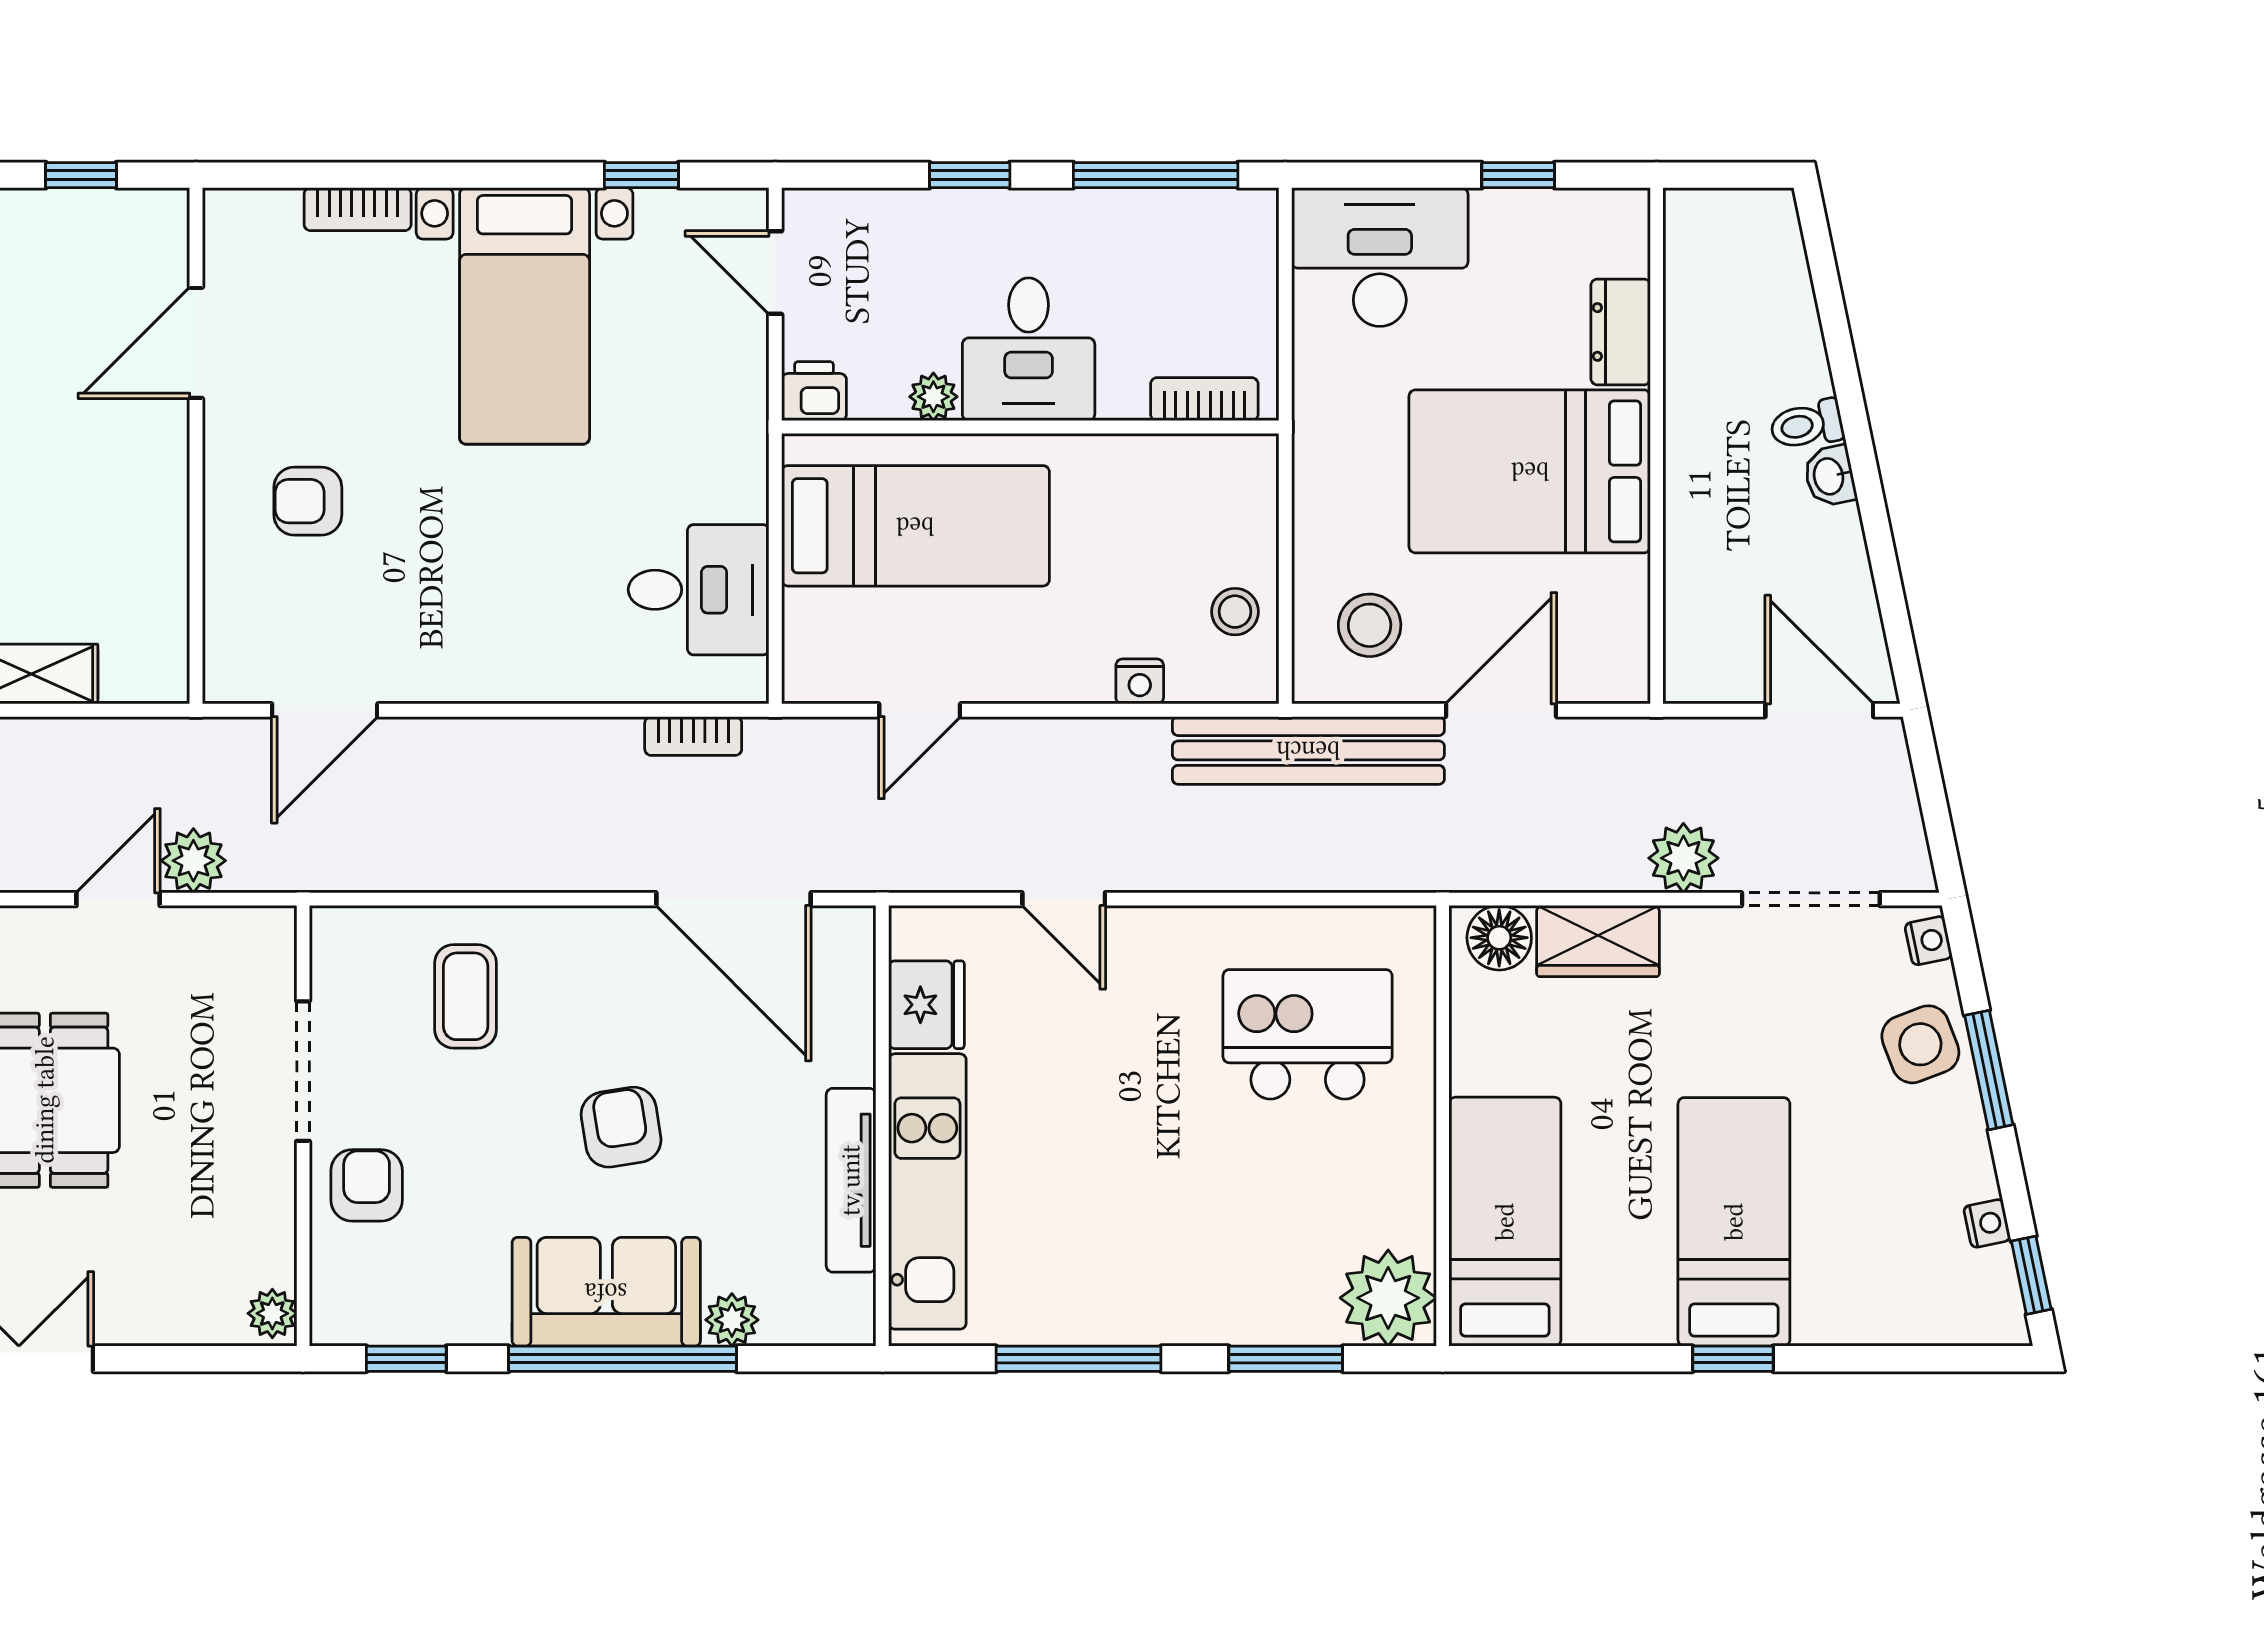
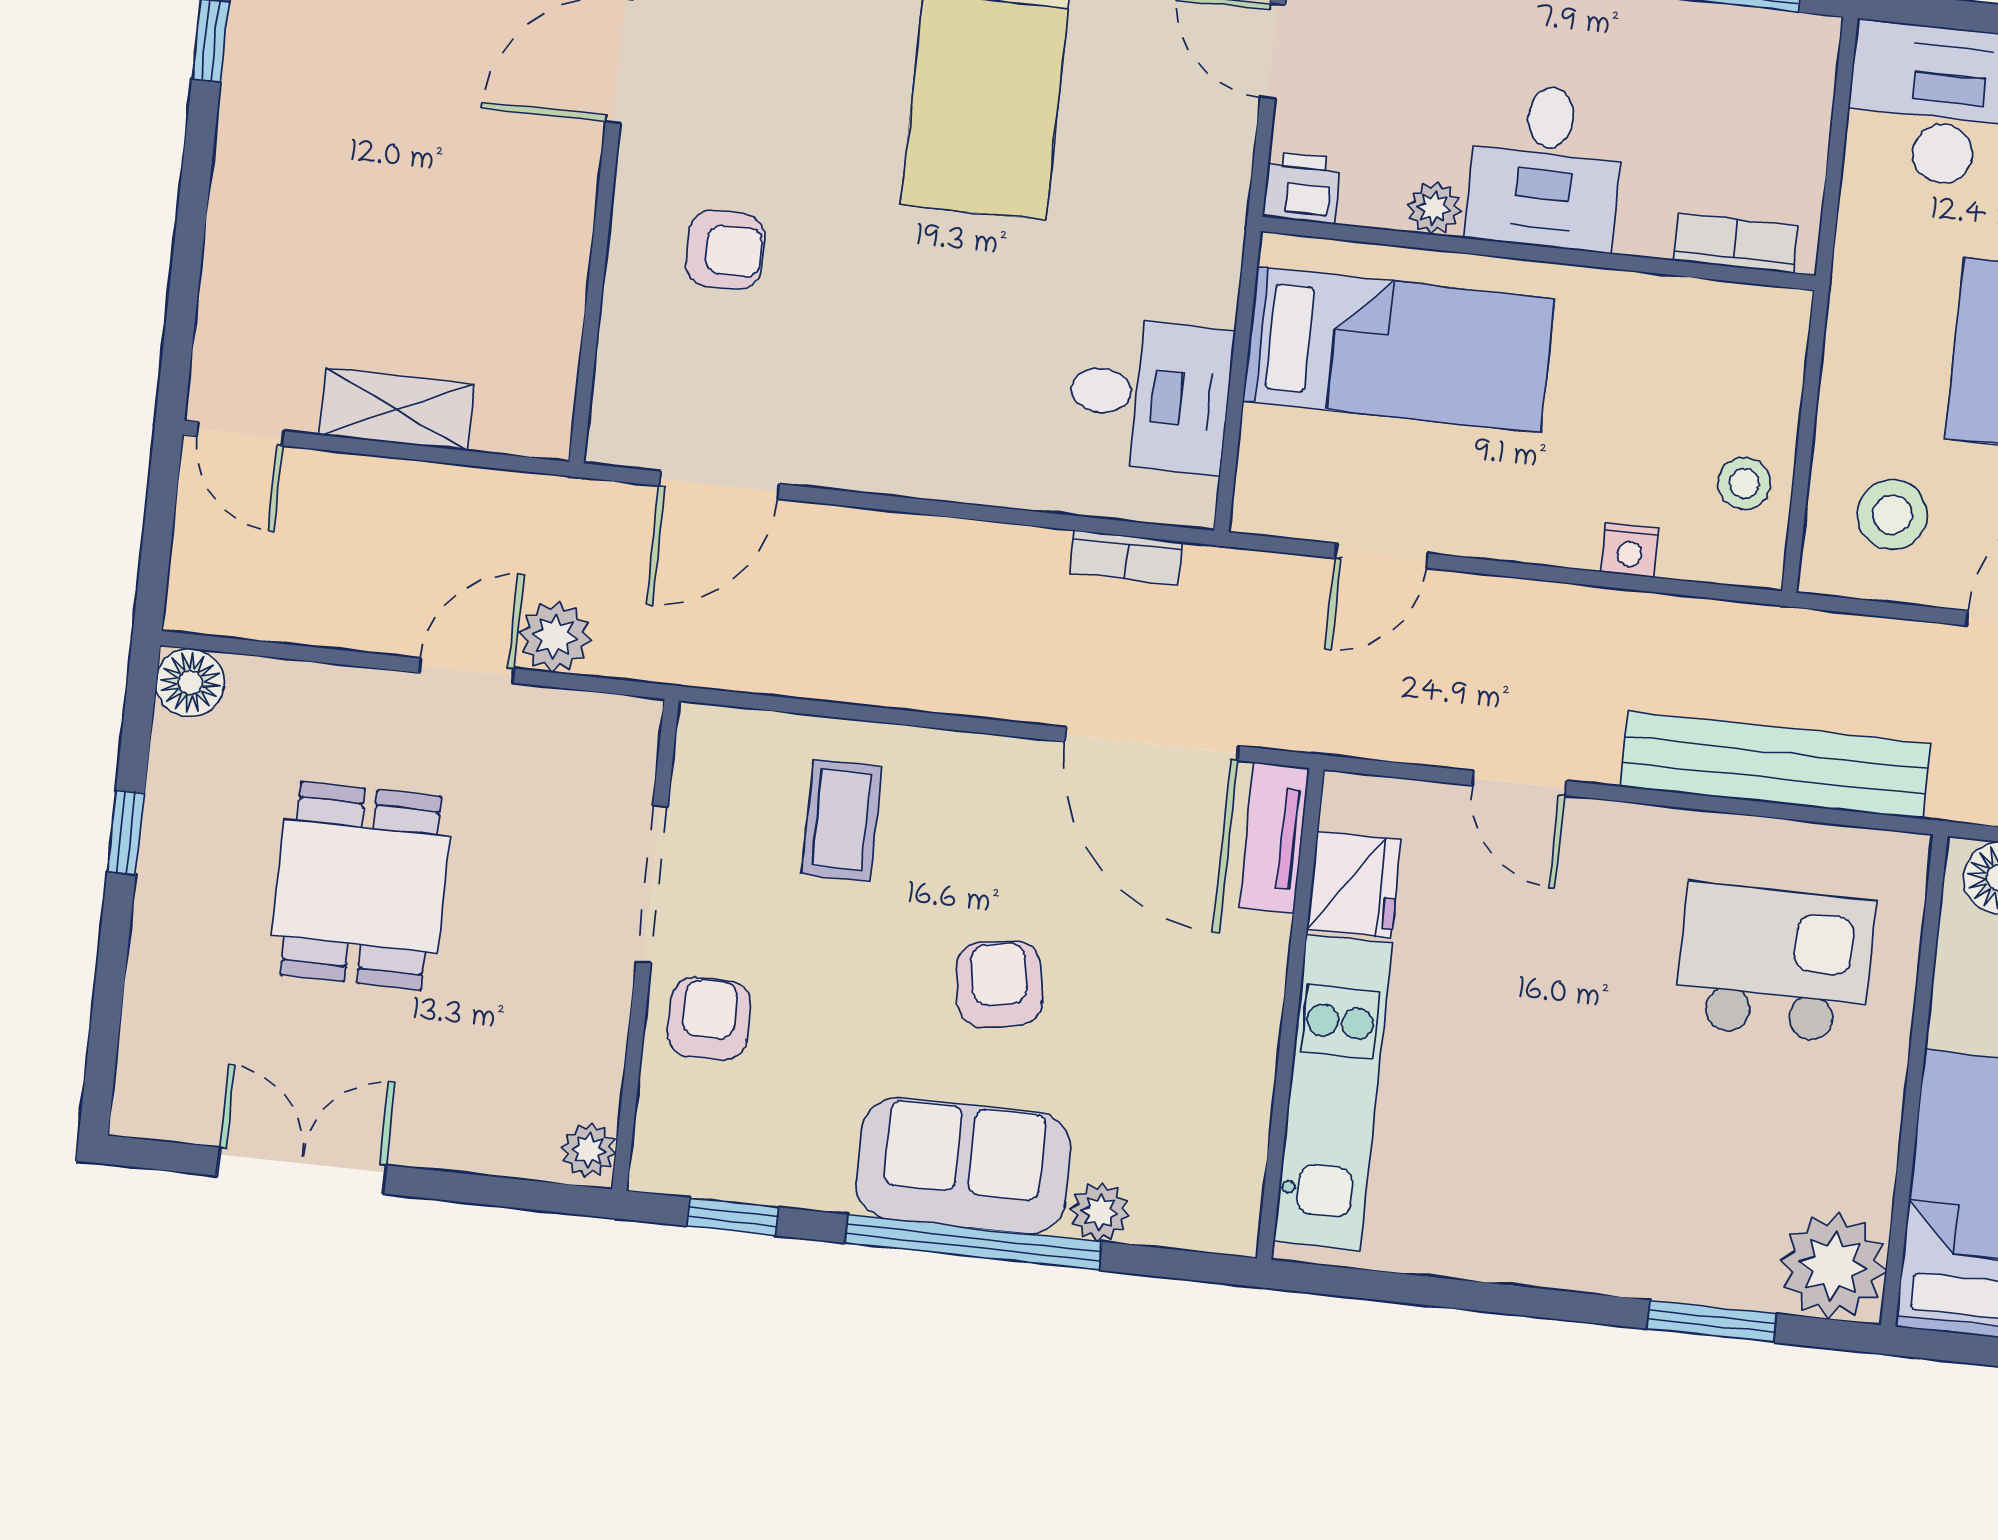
armchair: (308, 501) -> (725, 250), turned 180
bench: (1308, 750) -> (1775, 765), moved
tv unit: (851, 1180) -> (1274, 837), moved, width x0.71
window: (1079, 1359) -> (1481, 1297), removed

